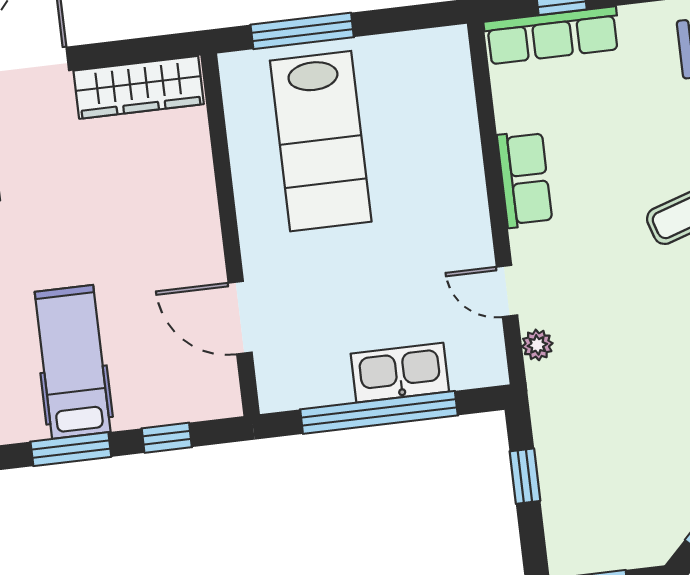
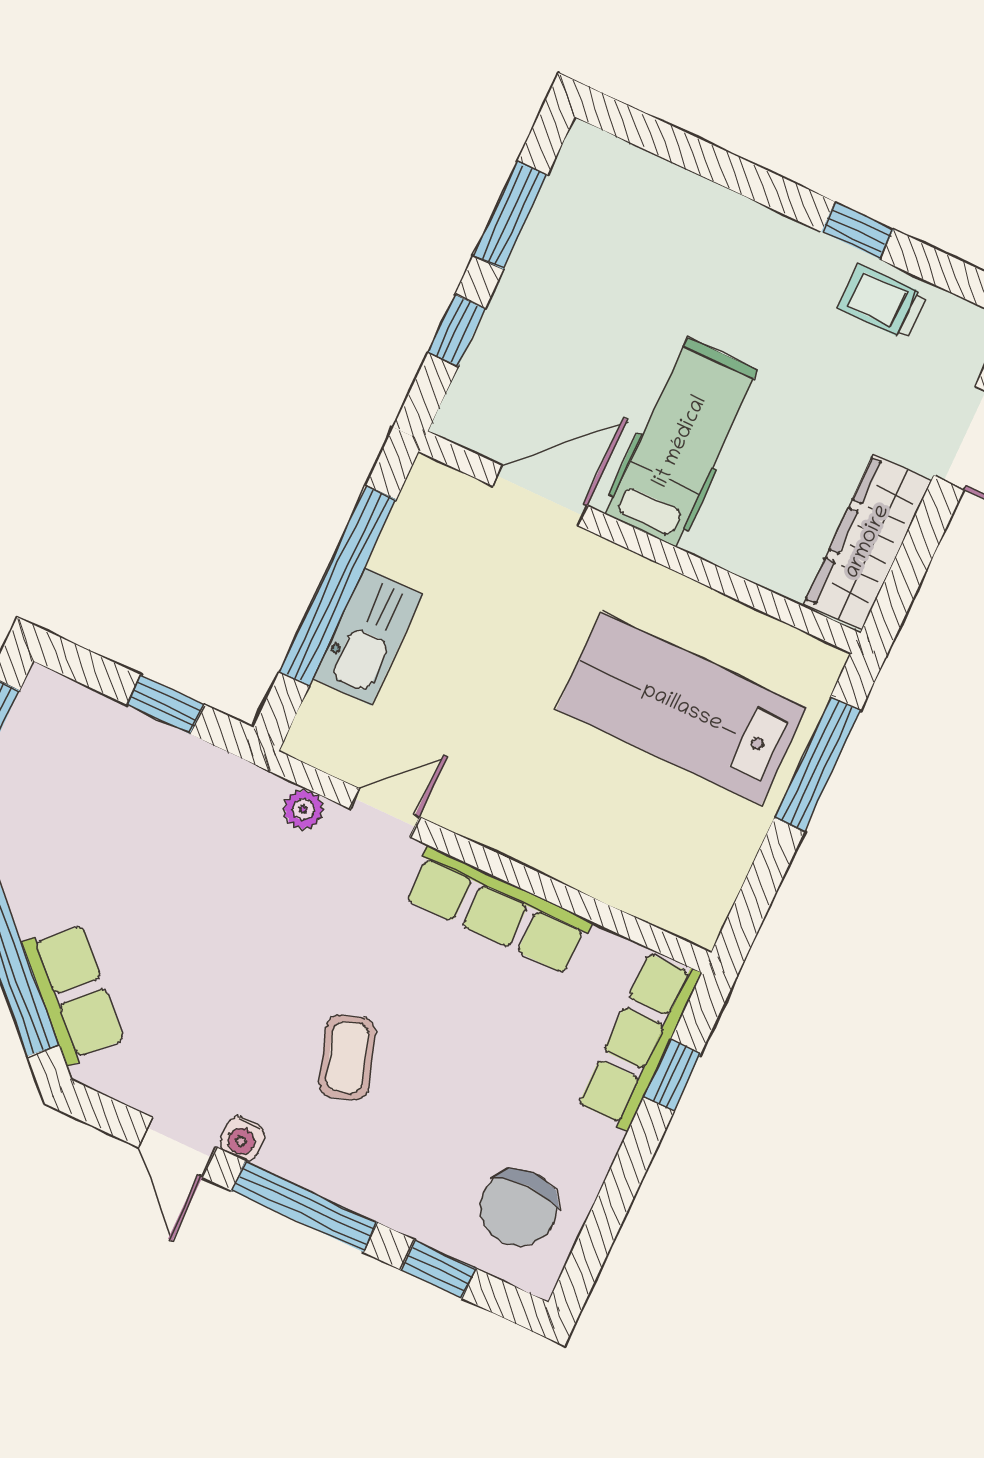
row of seats: (525, 179) -> (498, 910), width x1.48
hospital bed: (73, 362) -> (681, 442), moved, turned -90

